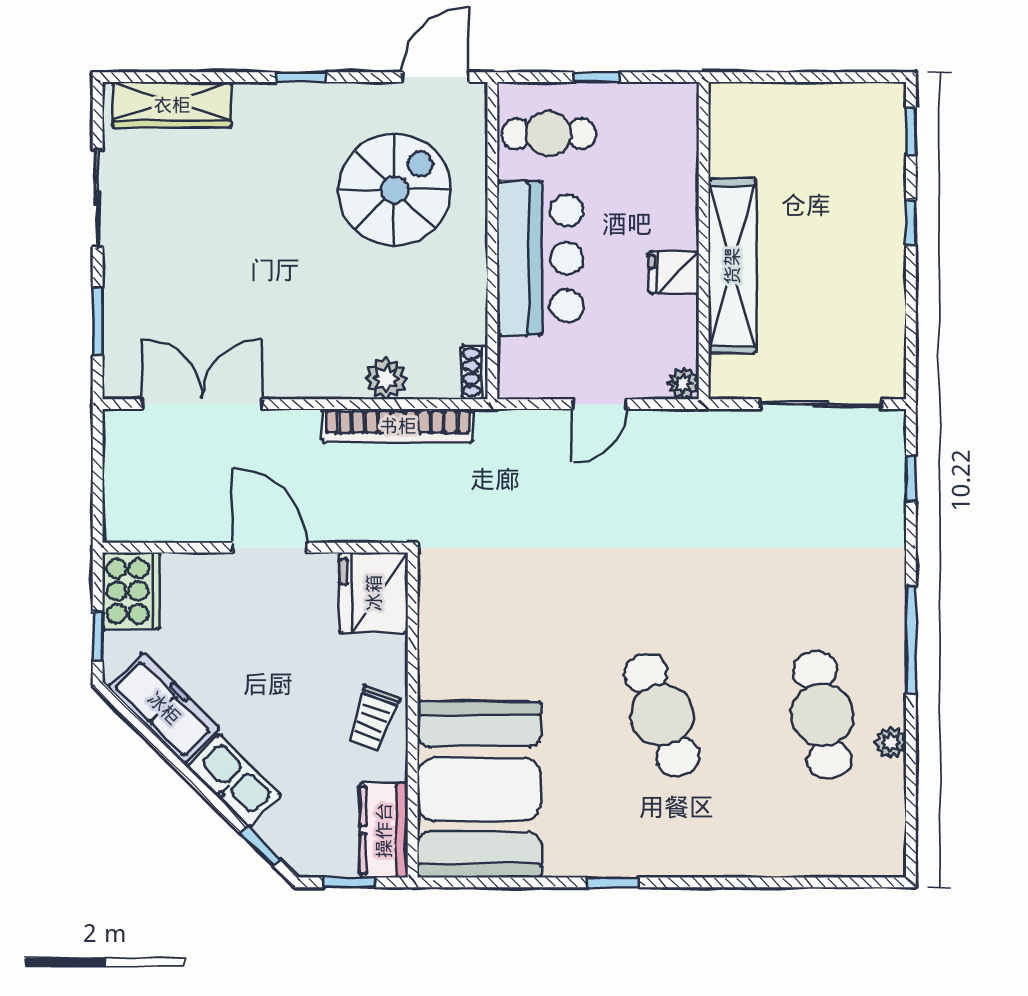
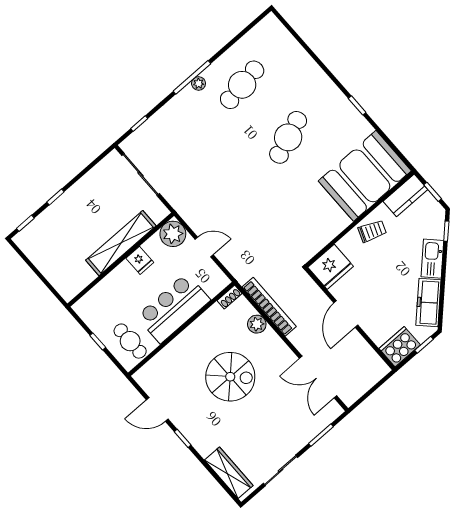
door: (435, 77) -> (157, 409), moved
spiral stairs: (395, 190) -> (230, 377), moved, turned 180
plant: (683, 384) -> (173, 234), width x1.88, depth x1.88
plant: (890, 742) -> (199, 83), moved

